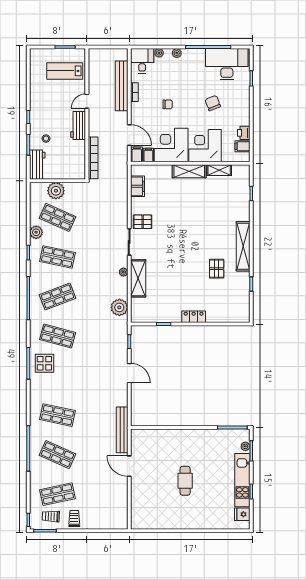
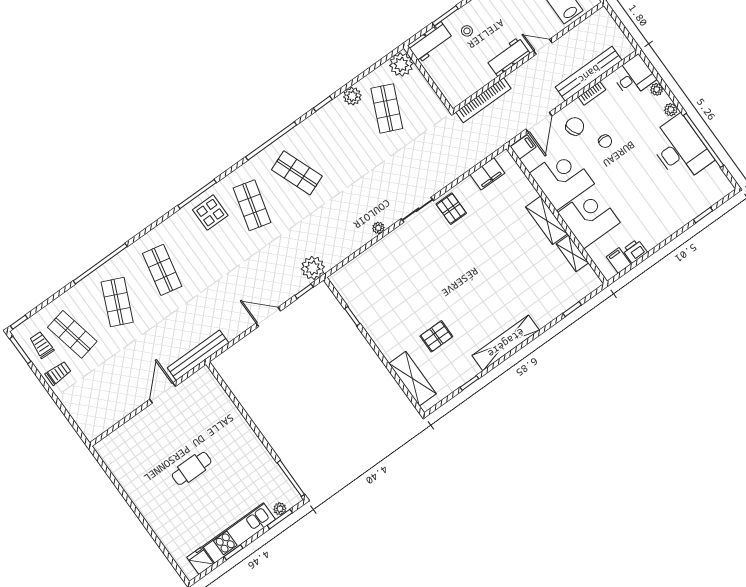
desk: (227, 64) -> (680, 149), moved
chair: (213, 103) -> (575, 126), moved
filing cabinet: (148, 155) -> (532, 161), removed
plant: (56, 191) -> (401, 65), moved
shop shelf: (58, 257) -> (342, 141), removed
pallet: (217, 269) -> (436, 336), moved
shelving: (138, 278) -> (413, 379), moved, turned 90
plant: (119, 307) -> (313, 268), moved
locker: (194, 317) -> (385, 344), removed
door: (129, 373) -> (268, 317), swing flipped

